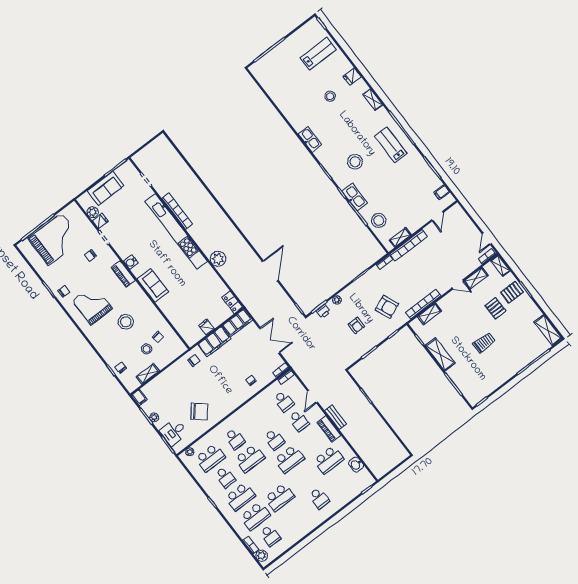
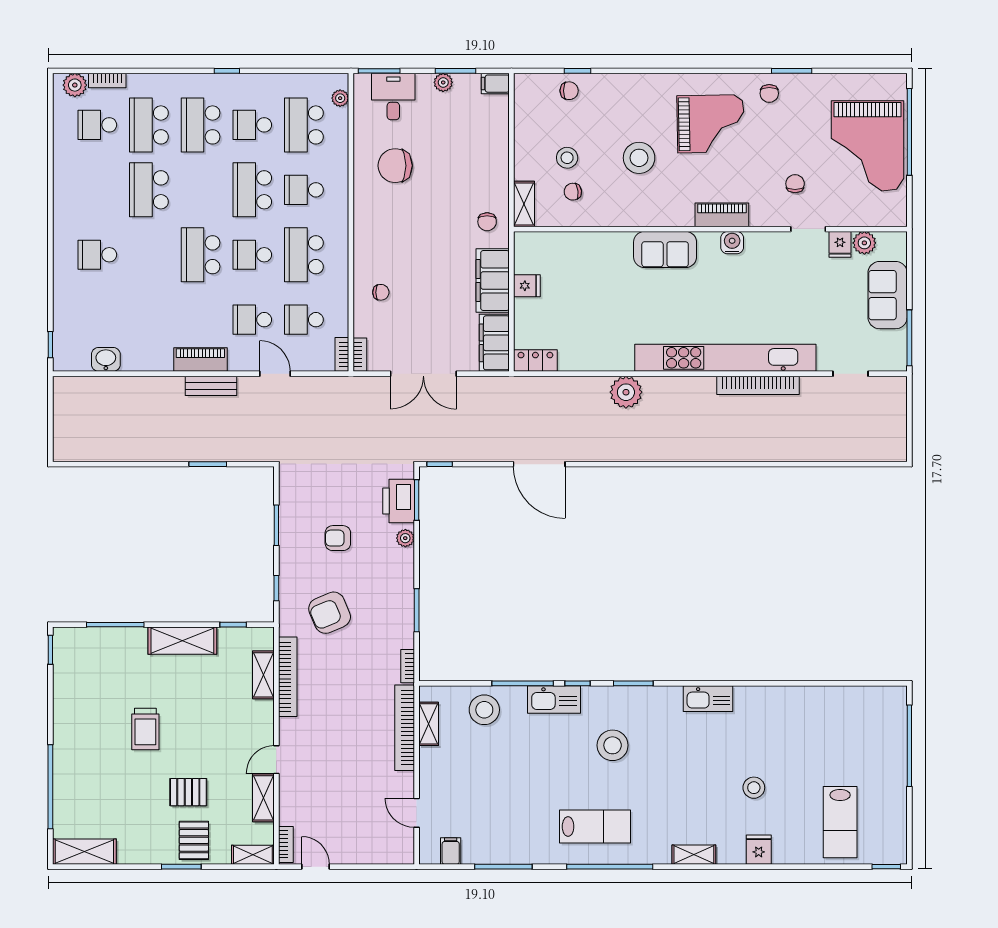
printer: (323, 311) -> (399, 501), width x1.87, depth x1.48
shelving: (148, 374) -> (524, 204), moved
chair: (199, 412) -> (395, 166), turned 50
school desk: (329, 460) -> (304, 255), moved

